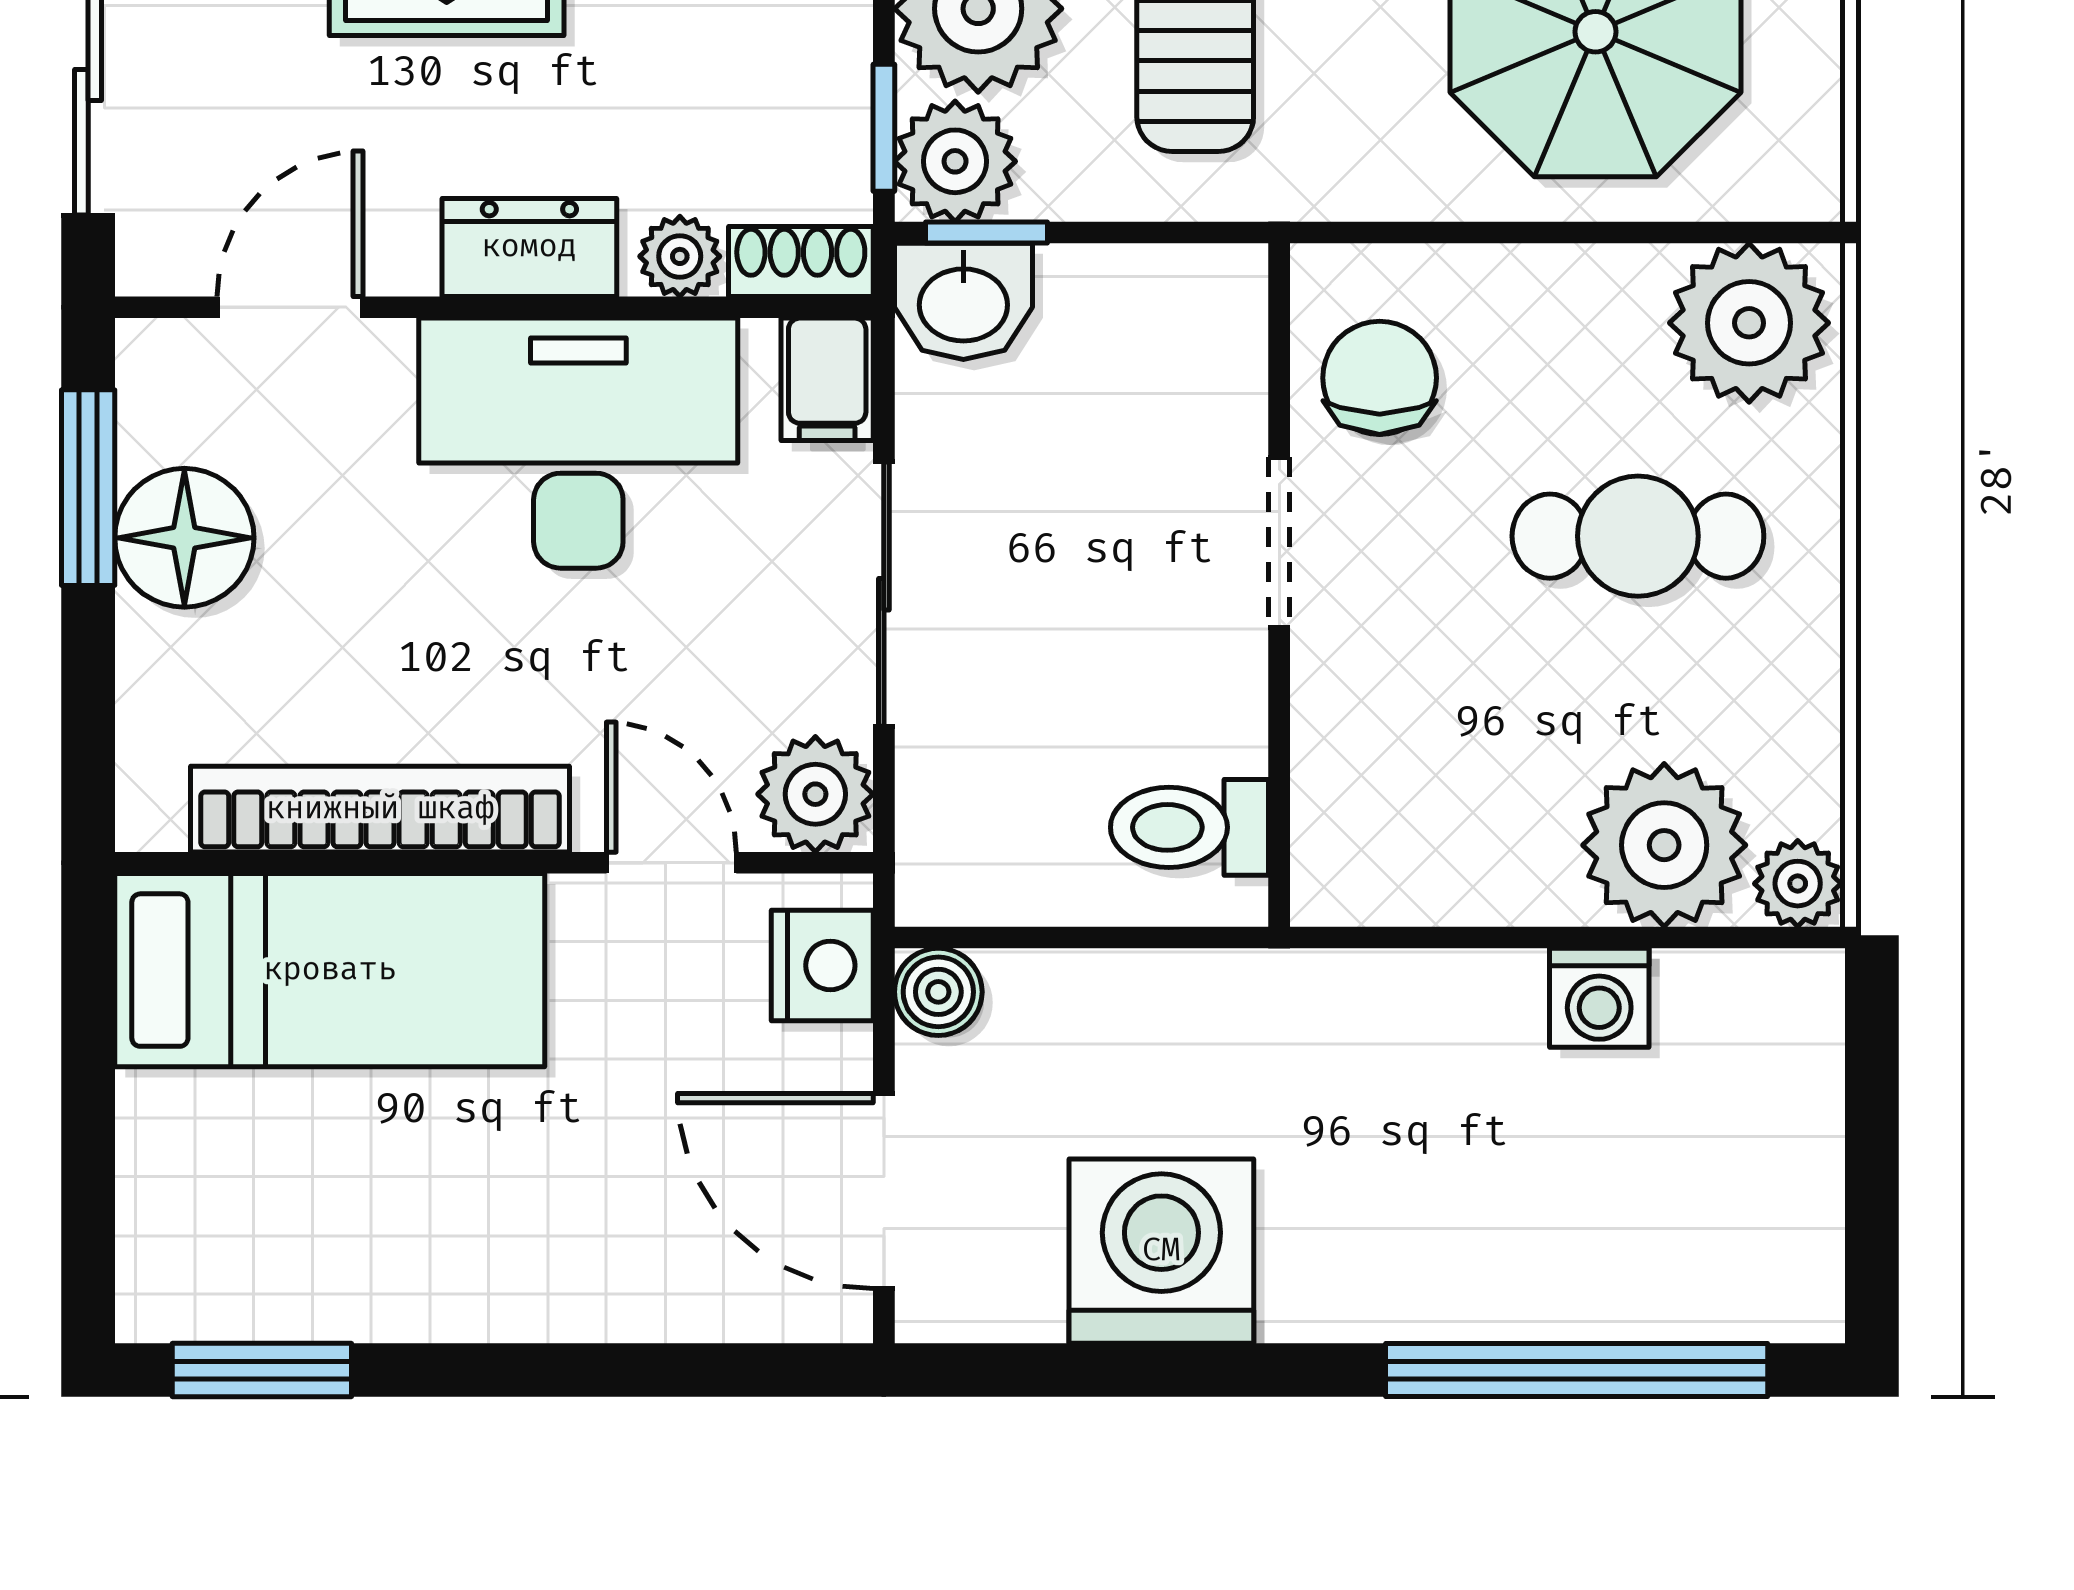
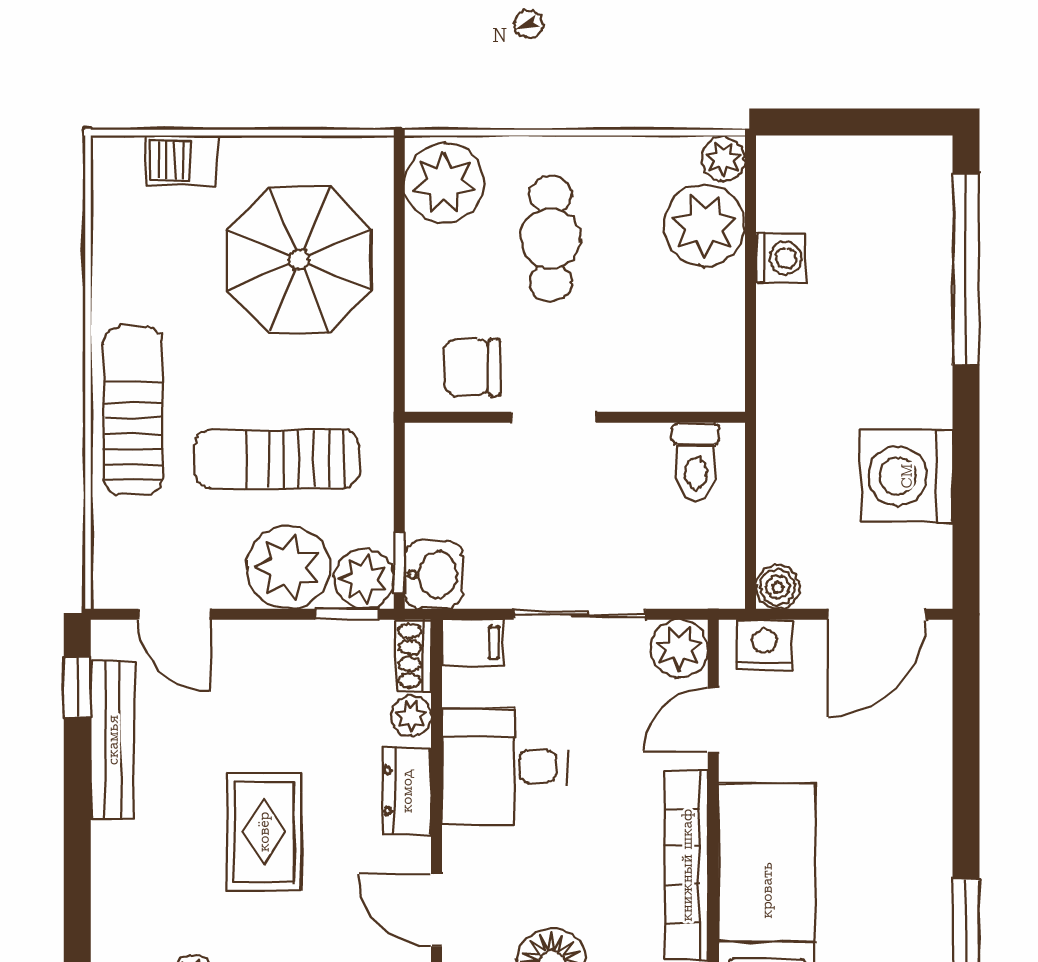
desk: (578, 443) -> (504, 766), width x0.73

